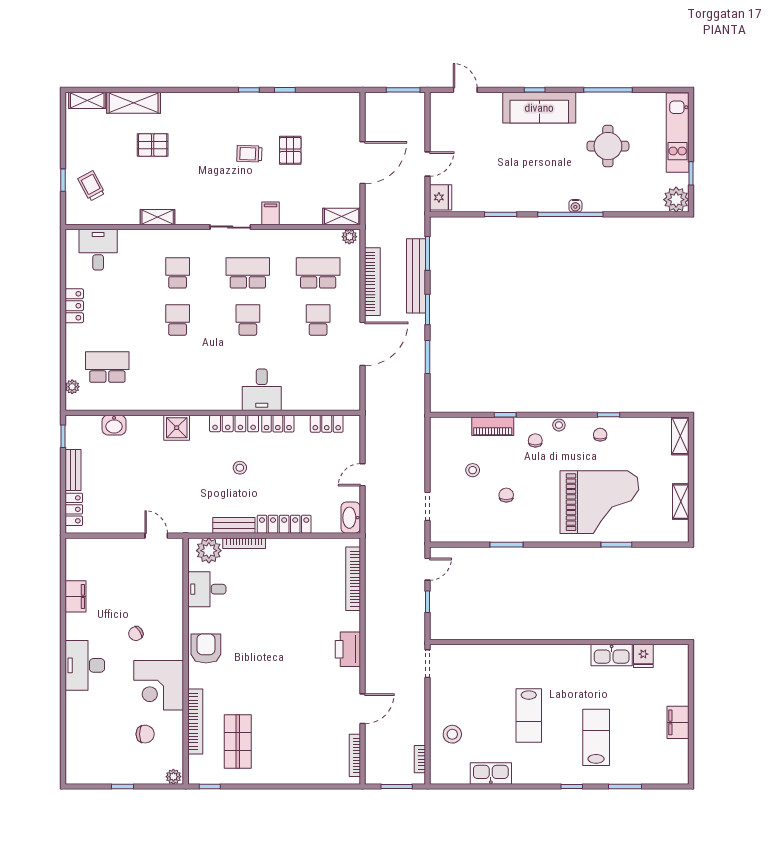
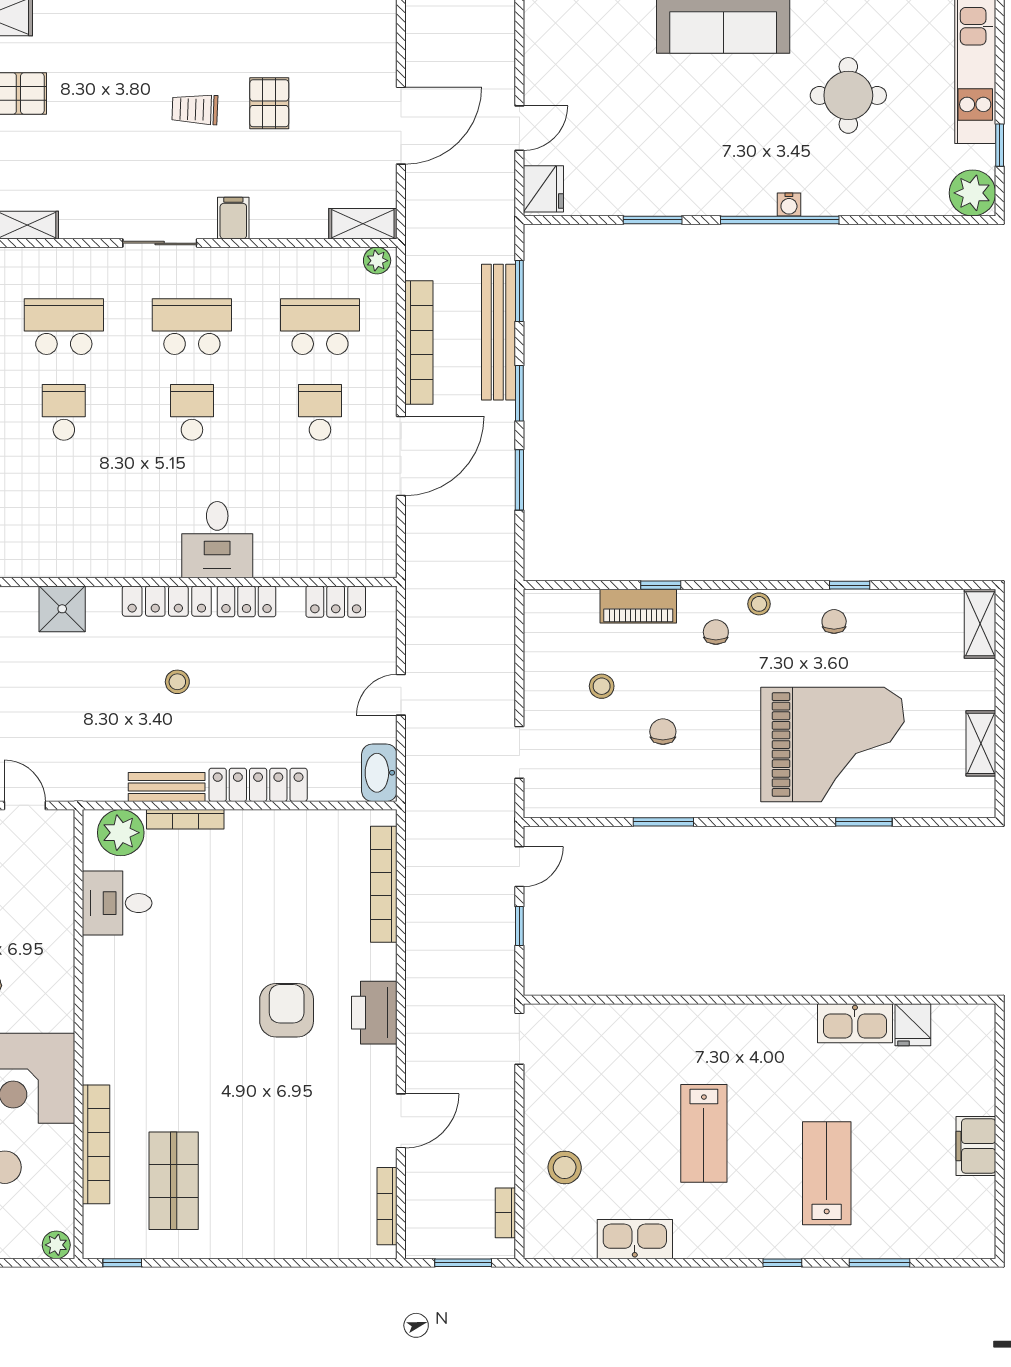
school desk: (178, 273) -> (64, 327), width x1.85
armchair: (206, 649) -> (287, 1010), moved

